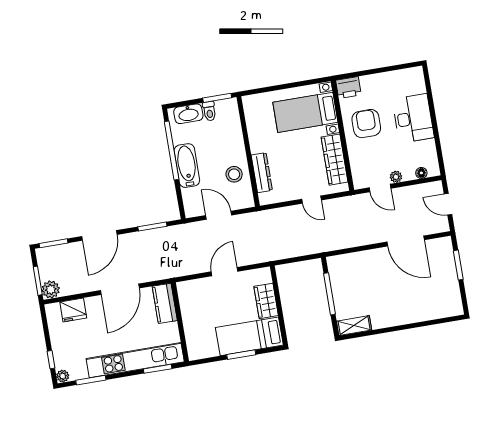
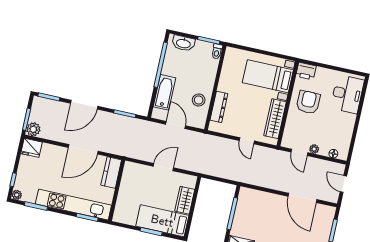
toilet: (209, 111) -> (217, 51), moved
desk: (413, 118) -> (347, 94), moved
bathtub: (187, 166) -> (165, 92), moved
fridge: (73, 310) -> (32, 148), moved

